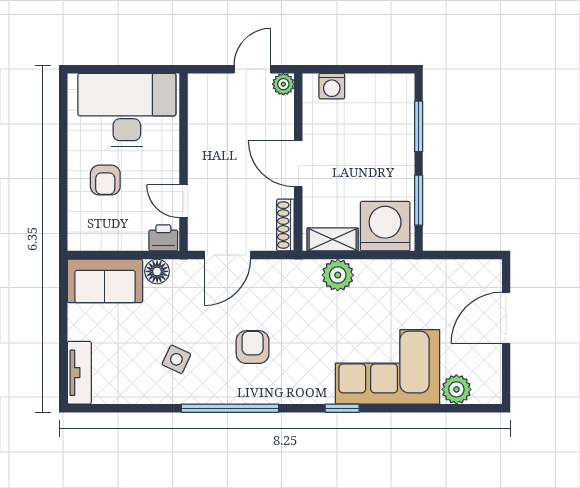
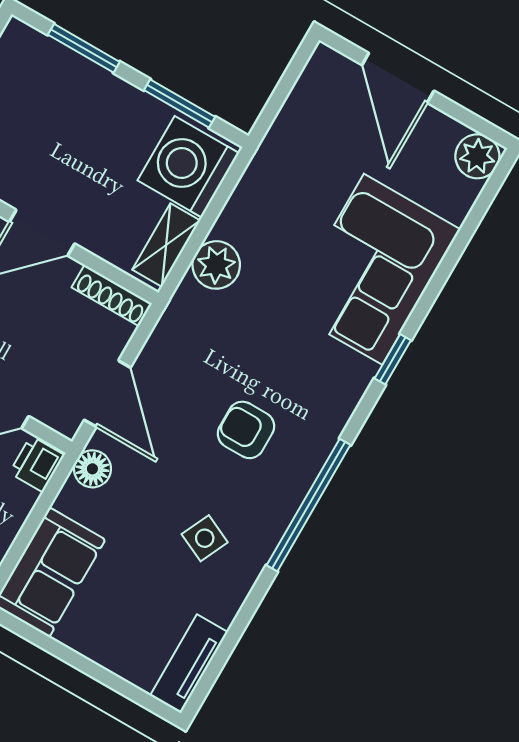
floor lamp: (157, 271) -> (92, 469), moved
tv unit: (79, 373) -> (189, 664), moved, turned -90
plant: (456, 389) -> (477, 156), moved

